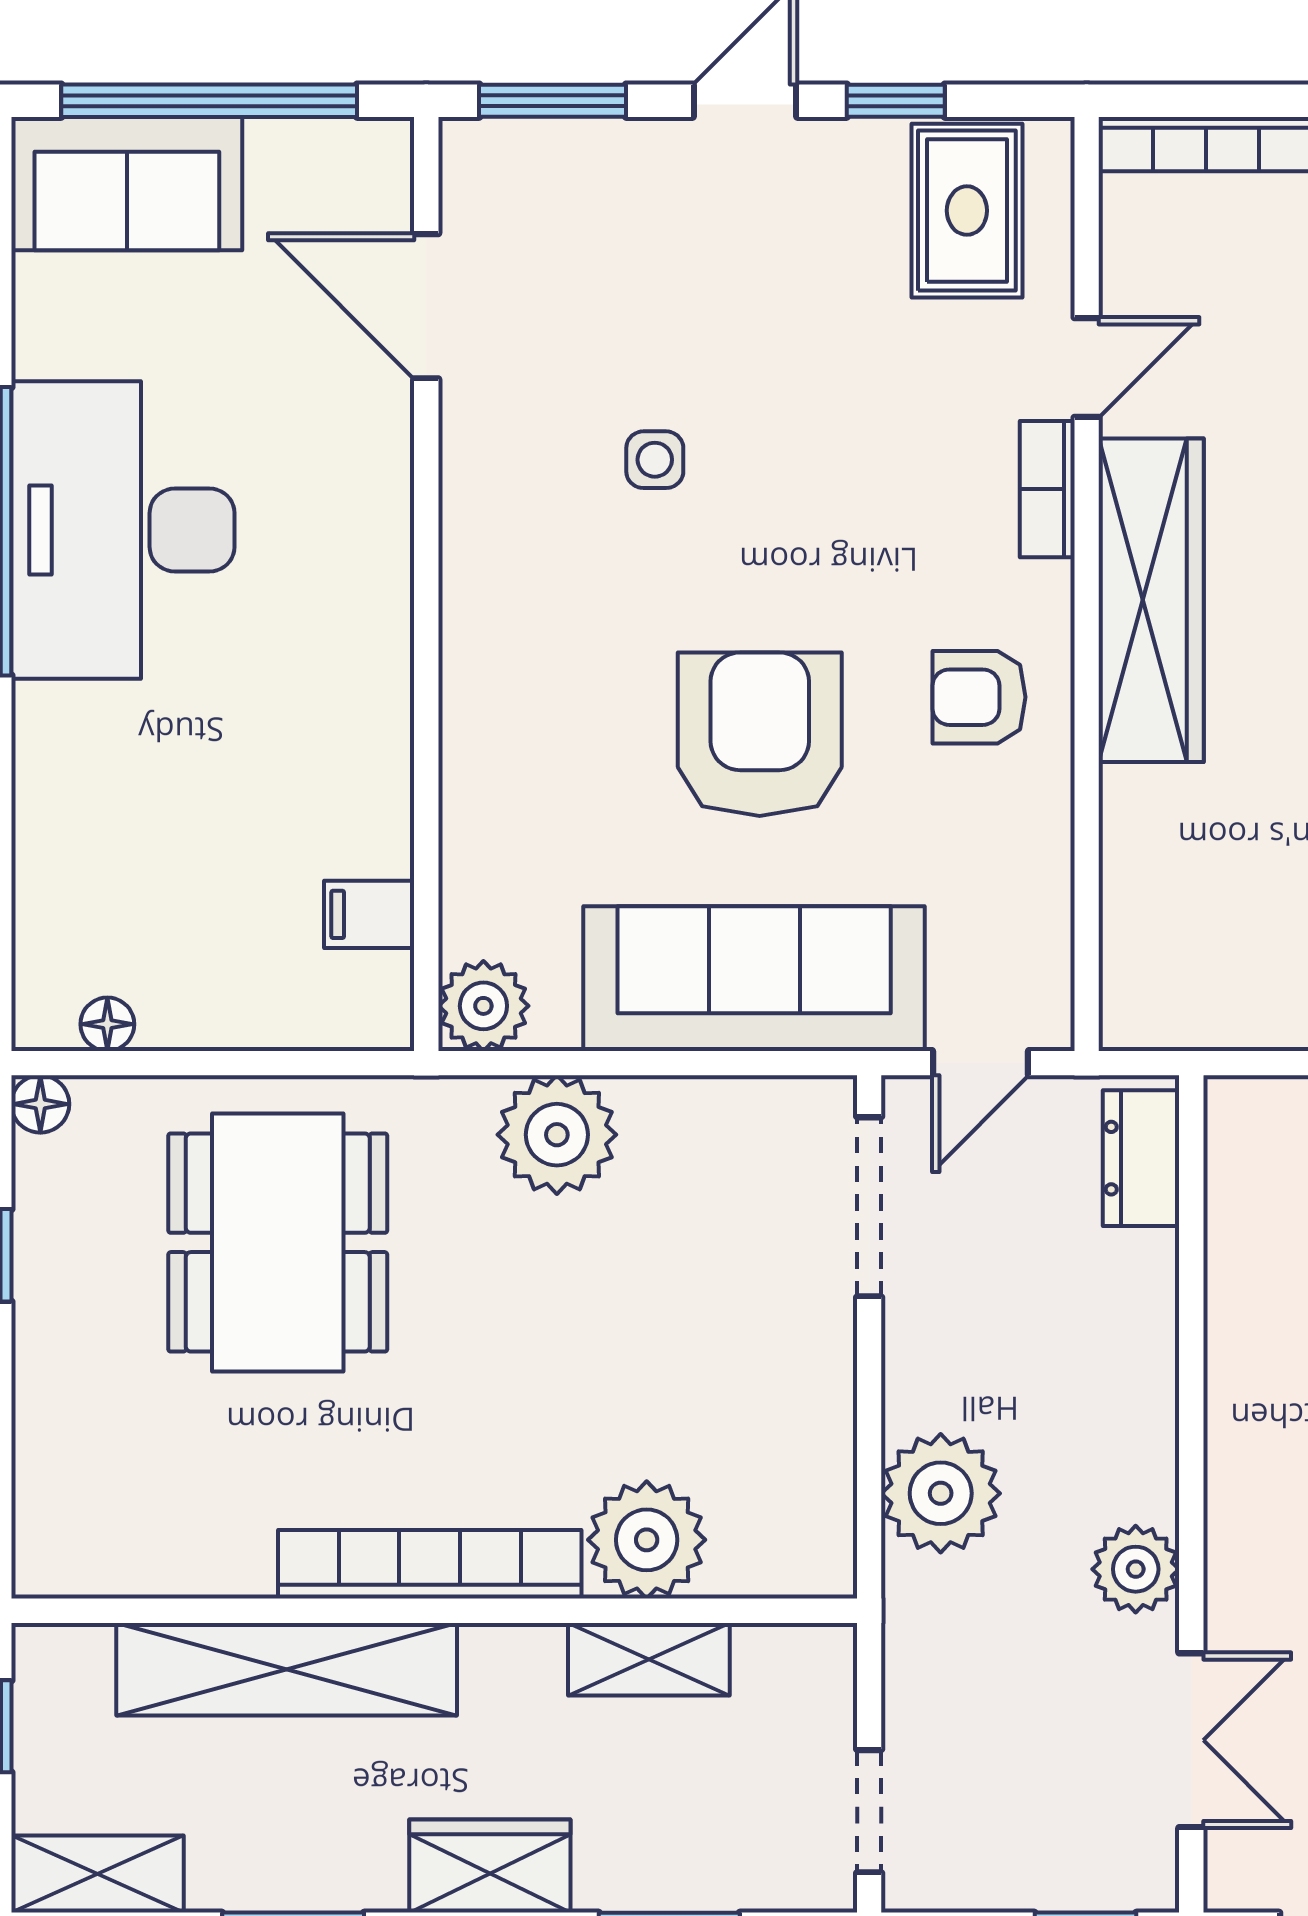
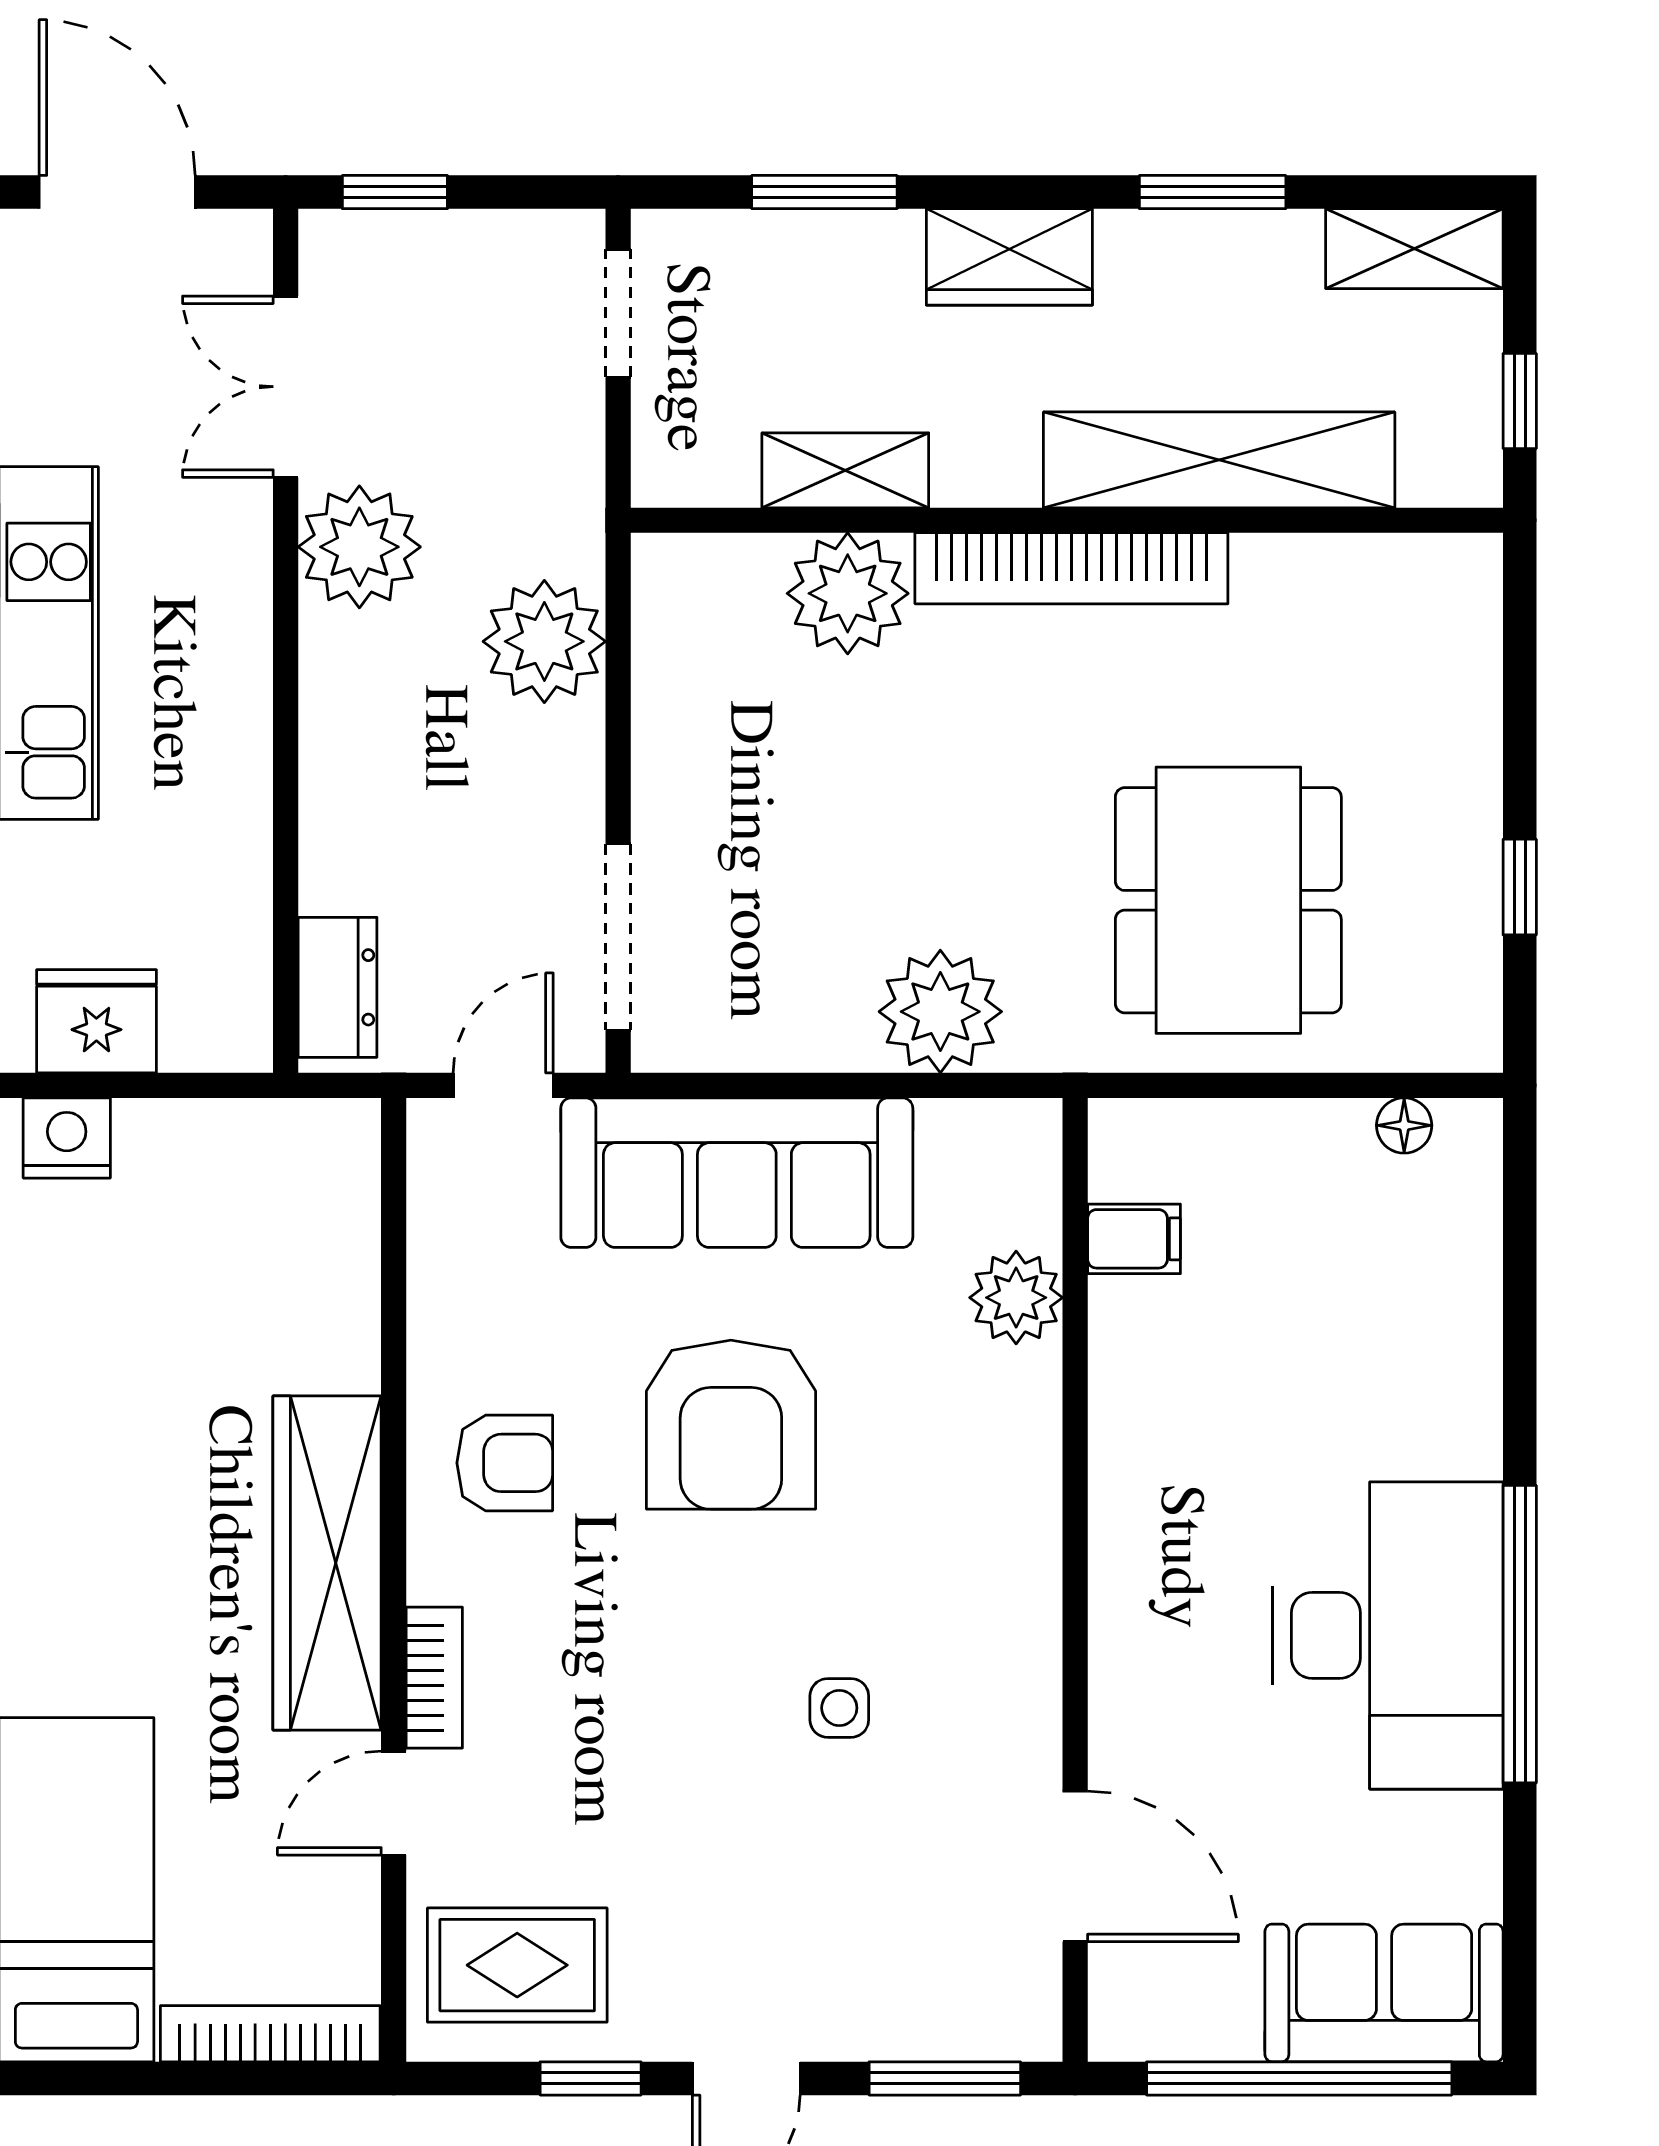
rug: (967, 211) -> (517, 1965), turned 90
plant: (483, 1006) -> (1016, 1298), moved
floor lamp: (40, 1104) -> (1473, 1043), removed
plant: (1136, 1569) -> (359, 547), width x1.36, depth x1.36

